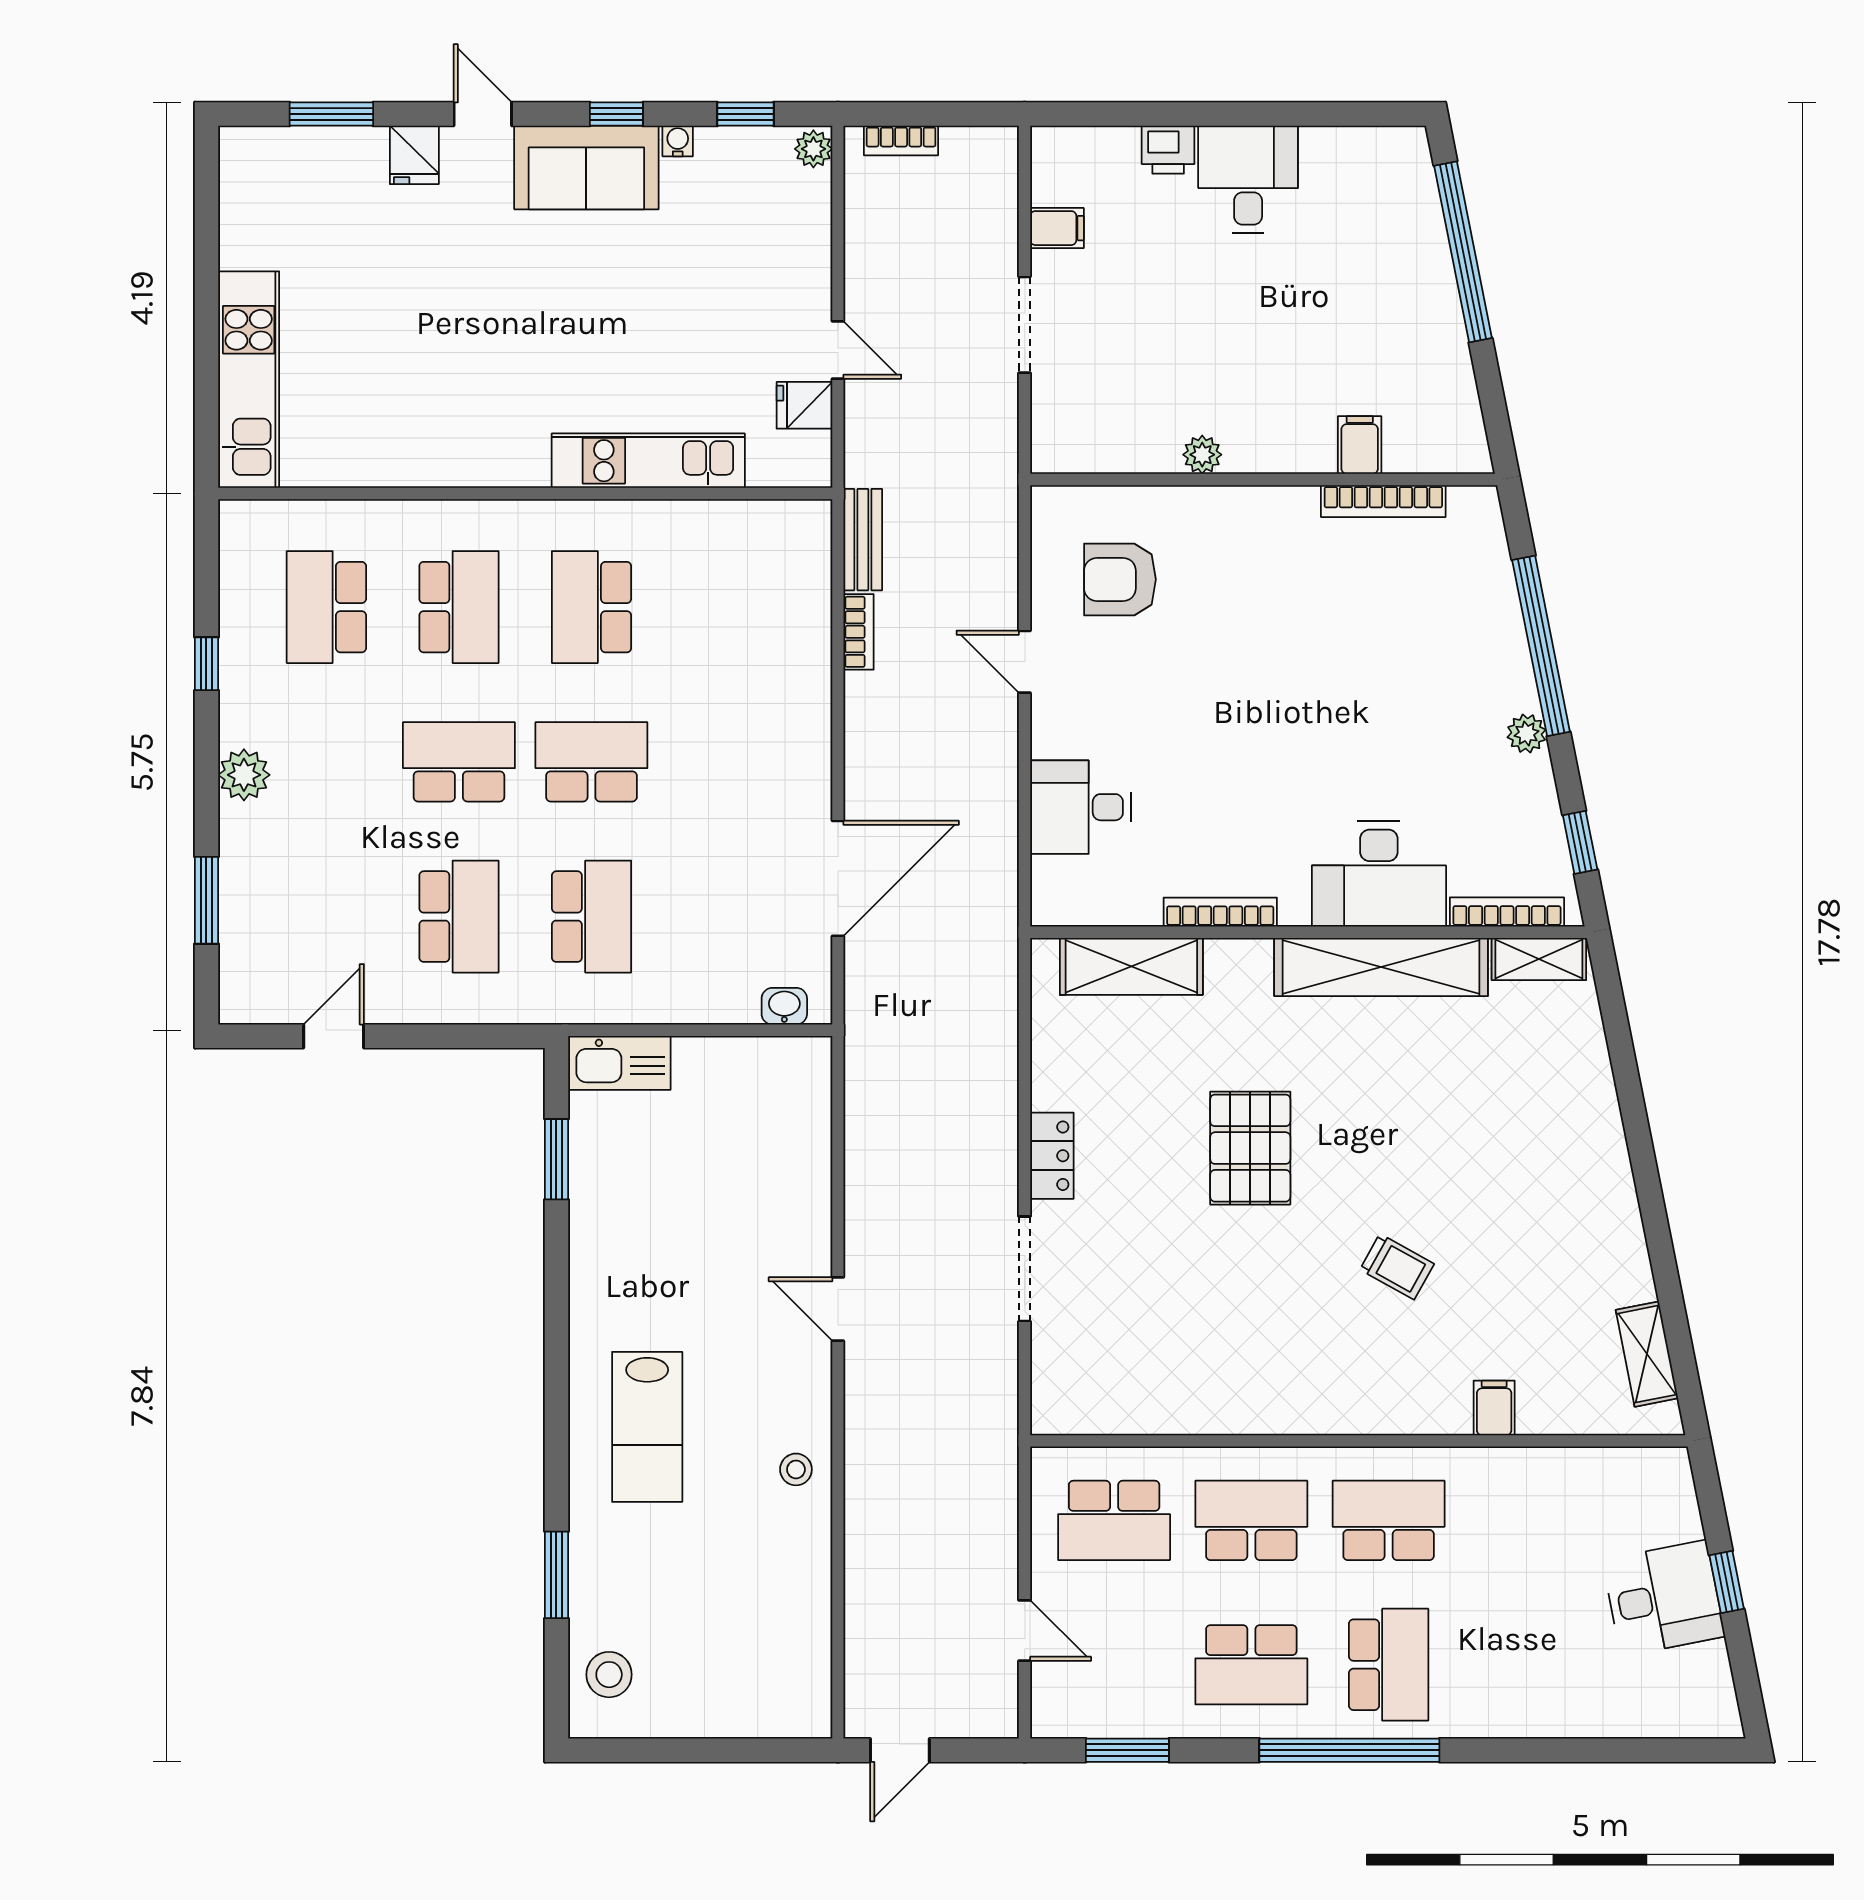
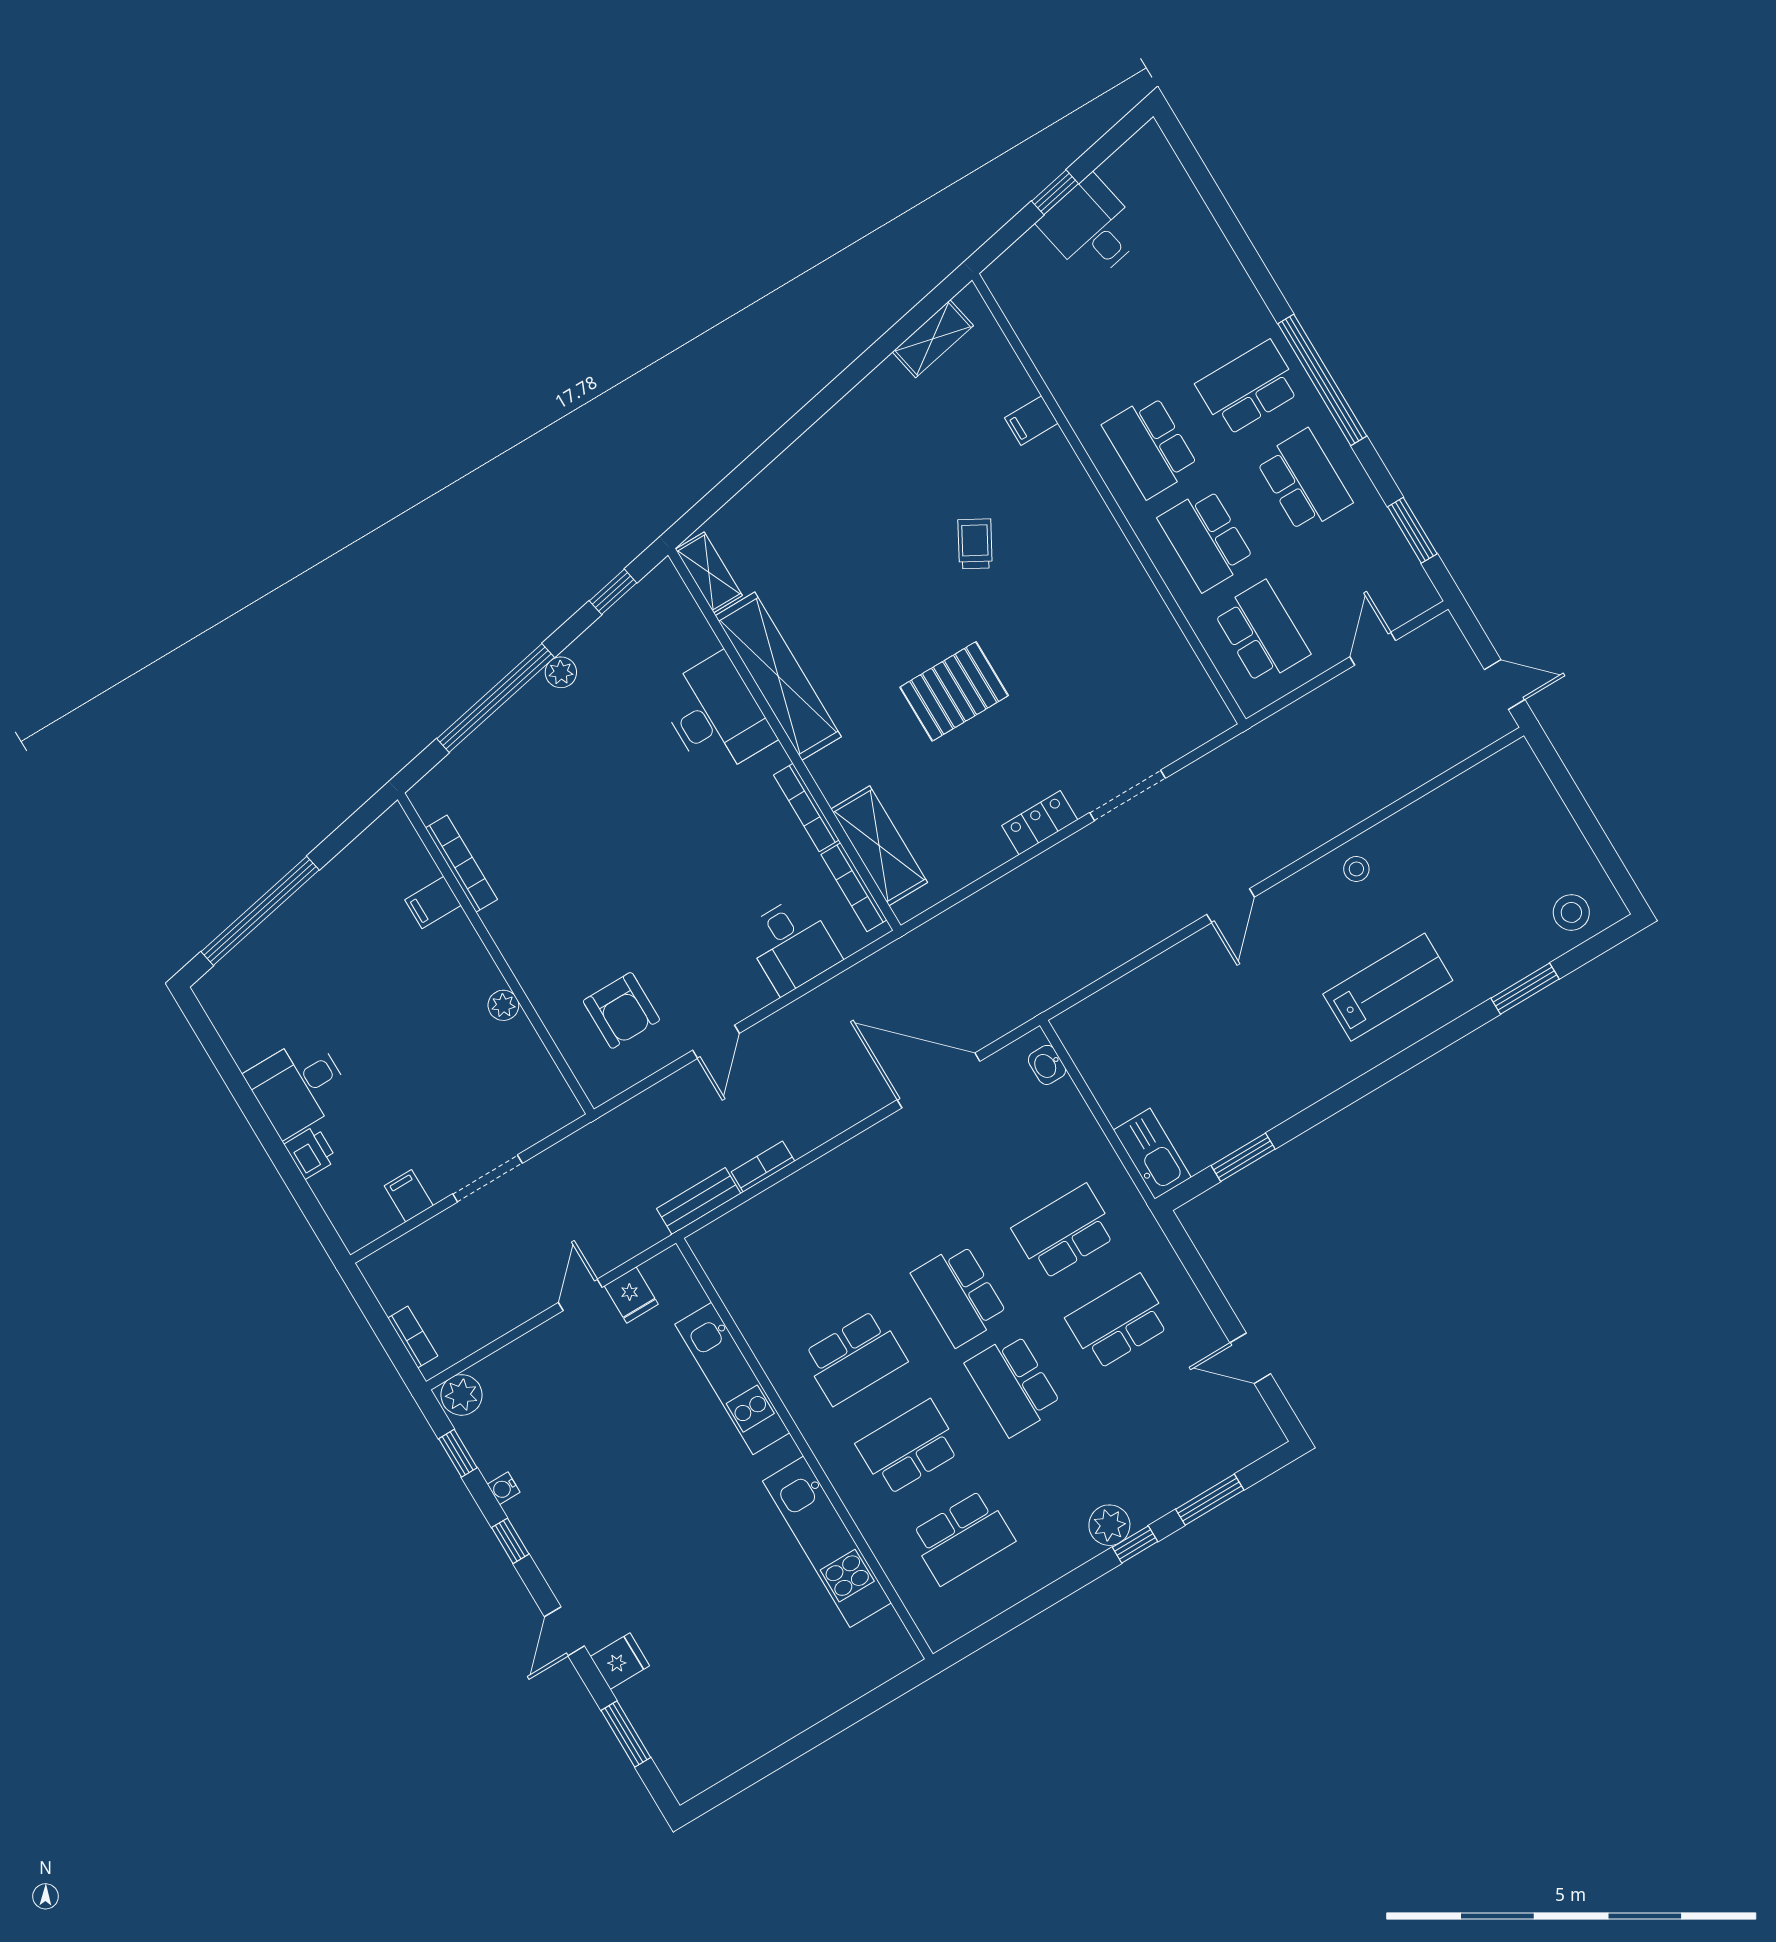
plant: (813, 149) -> (461, 1395), width x1.38, depth x1.38
sofa: (586, 168) -> (559, 1539), removed
kitchen unit: (249, 380) -> (827, 1542), moved, turned -90
window: (206, 664) -> (1135, 1544), moved
bookcase: (1507, 912) -> (854, 887), moved

